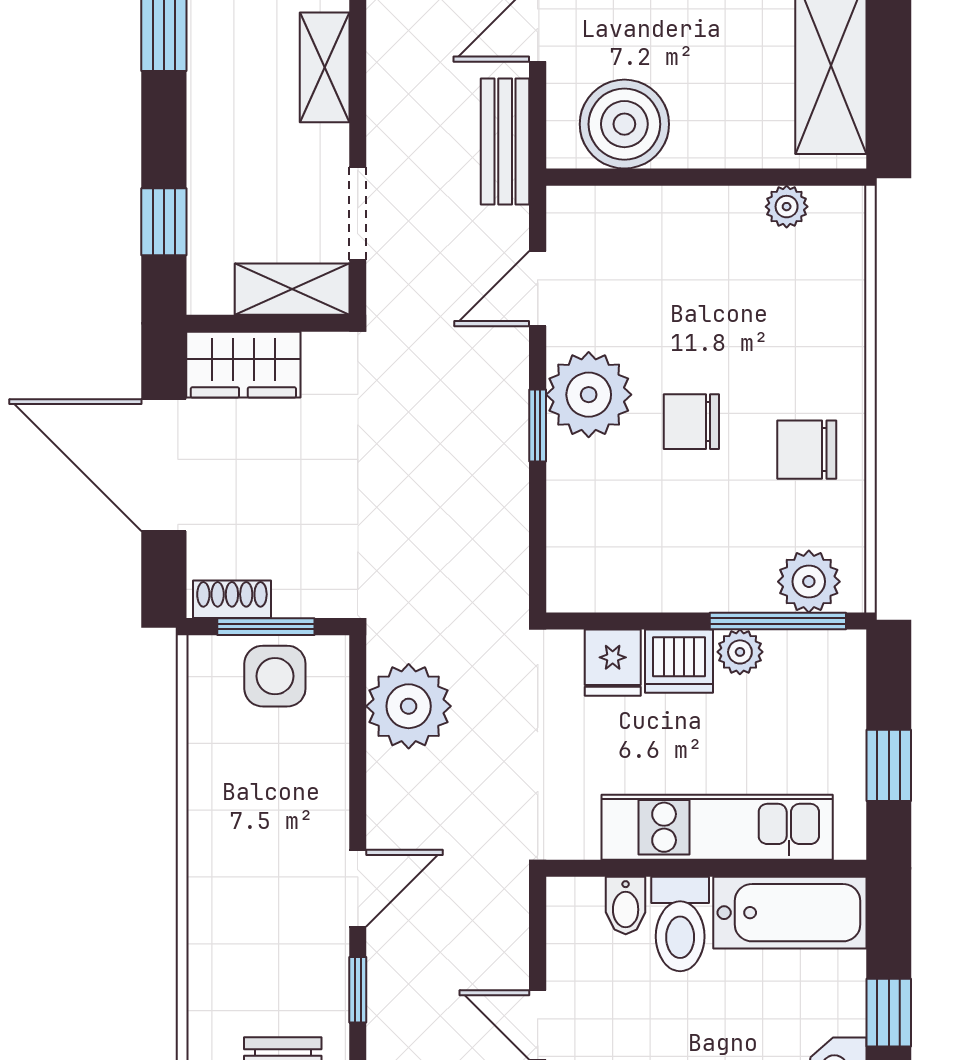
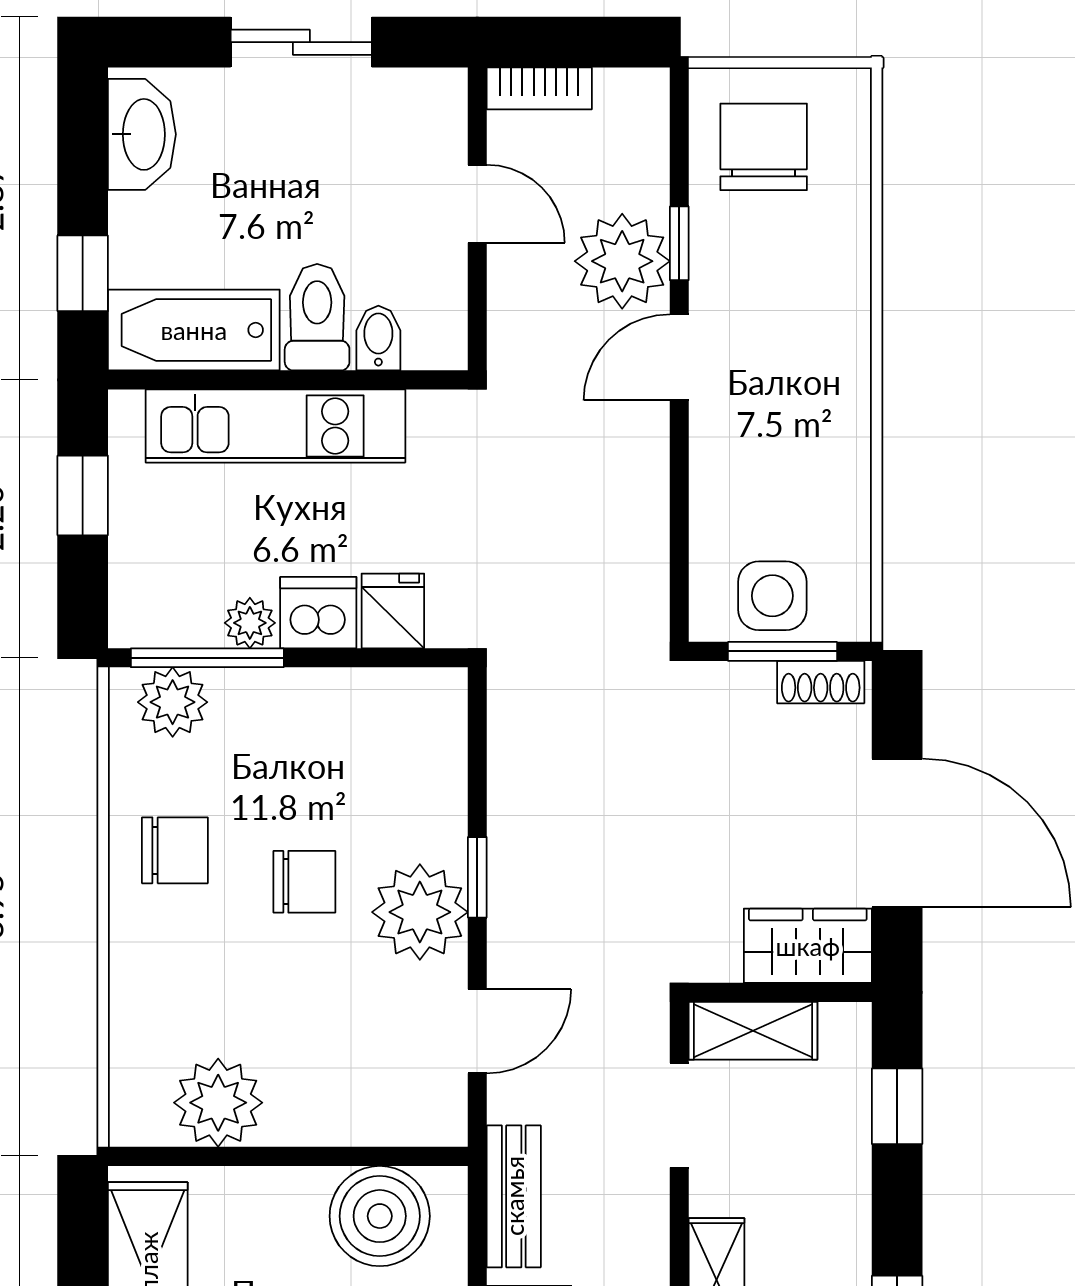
plant: (787, 207) -> (218, 1103), width x1.88, depth x1.88
plant: (409, 706) -> (622, 261), moved
window: (889, 1013) -> (83, 273), moved

